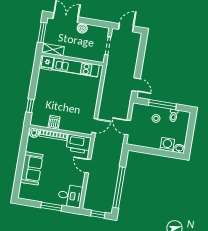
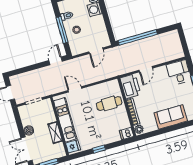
shelving: (53, 50) -> (55, 133), moved
window: (30, 106) -> (99, 149), moved
cafe table: (72, 116) -> (109, 103), added
dishwasher: (54, 122) -> (127, 134), moved
door: (95, 126) -> (75, 89), moved
window: (119, 187) -> (138, 37), moved
window: (98, 214) -> (183, 41), removed

